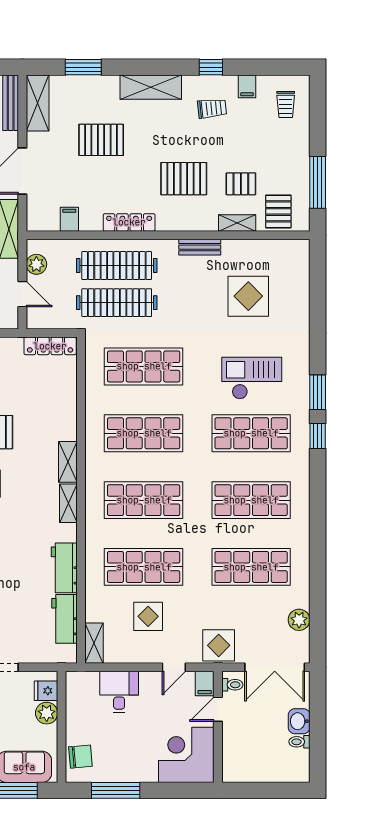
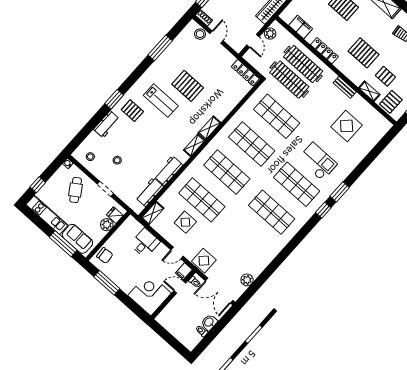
filing cabinet: (69, 219) -> (301, 27), width x2.00
shop shelf: (251, 567) -> (247, 240), removed

